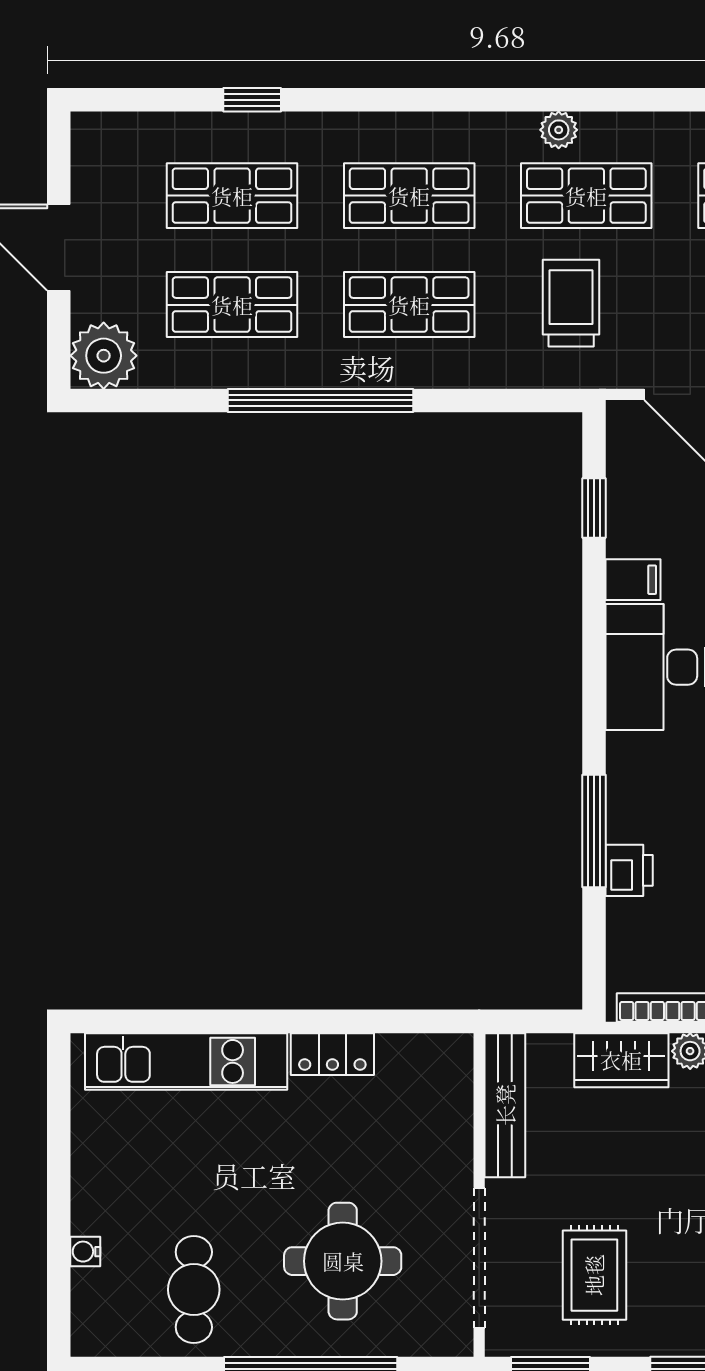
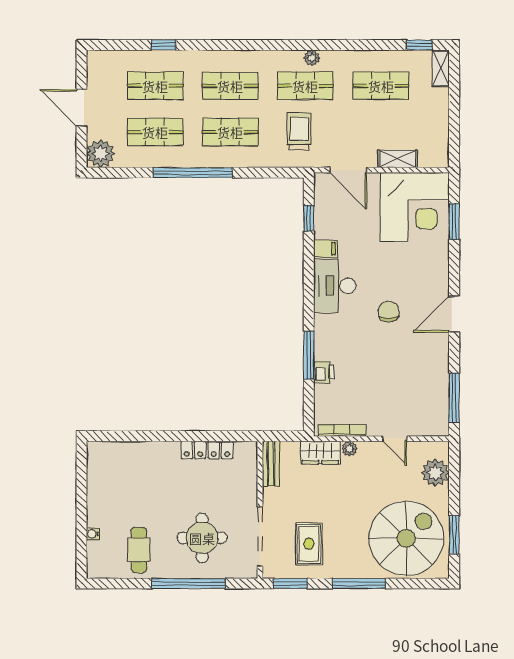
plant: (559, 130) -> (312, 58), moved
locker: (332, 1054) -> (207, 450), width x1.53
kitchen unit: (186, 1061) -> (136, 453), removed
bench: (505, 1105) -> (271, 464), width x0.73

